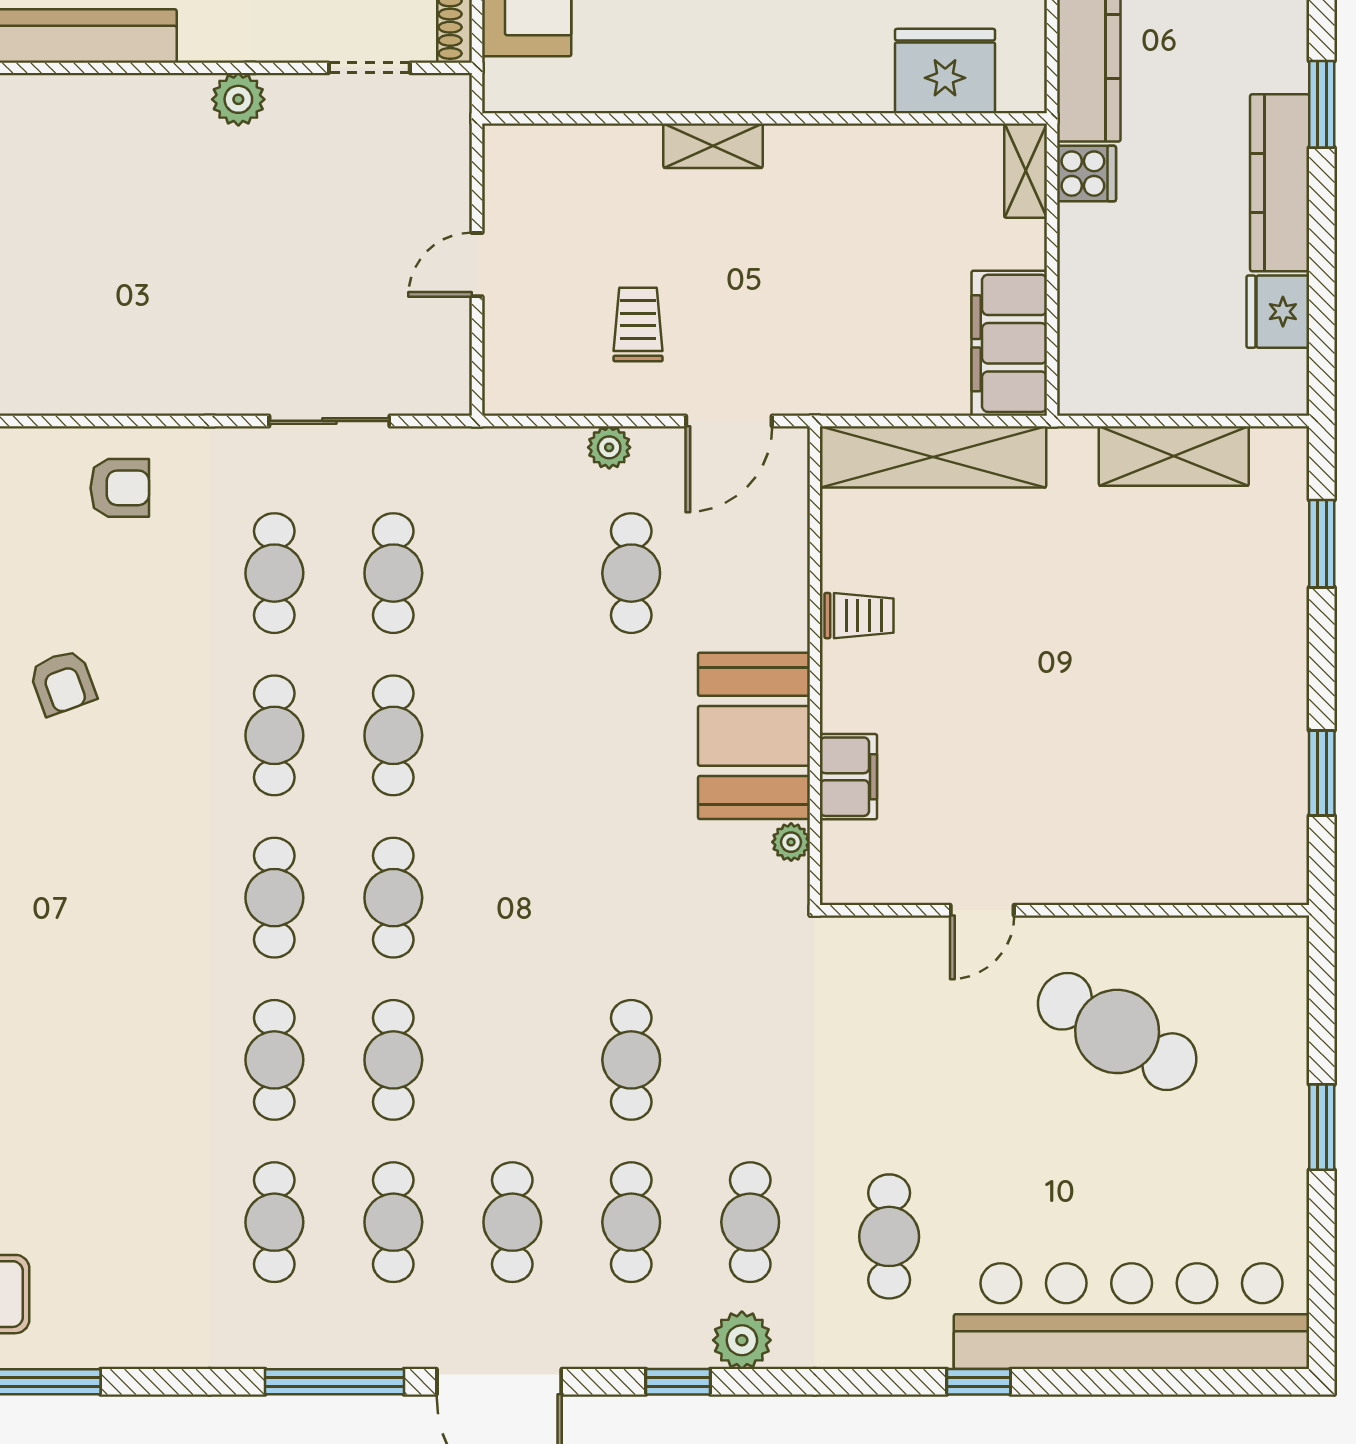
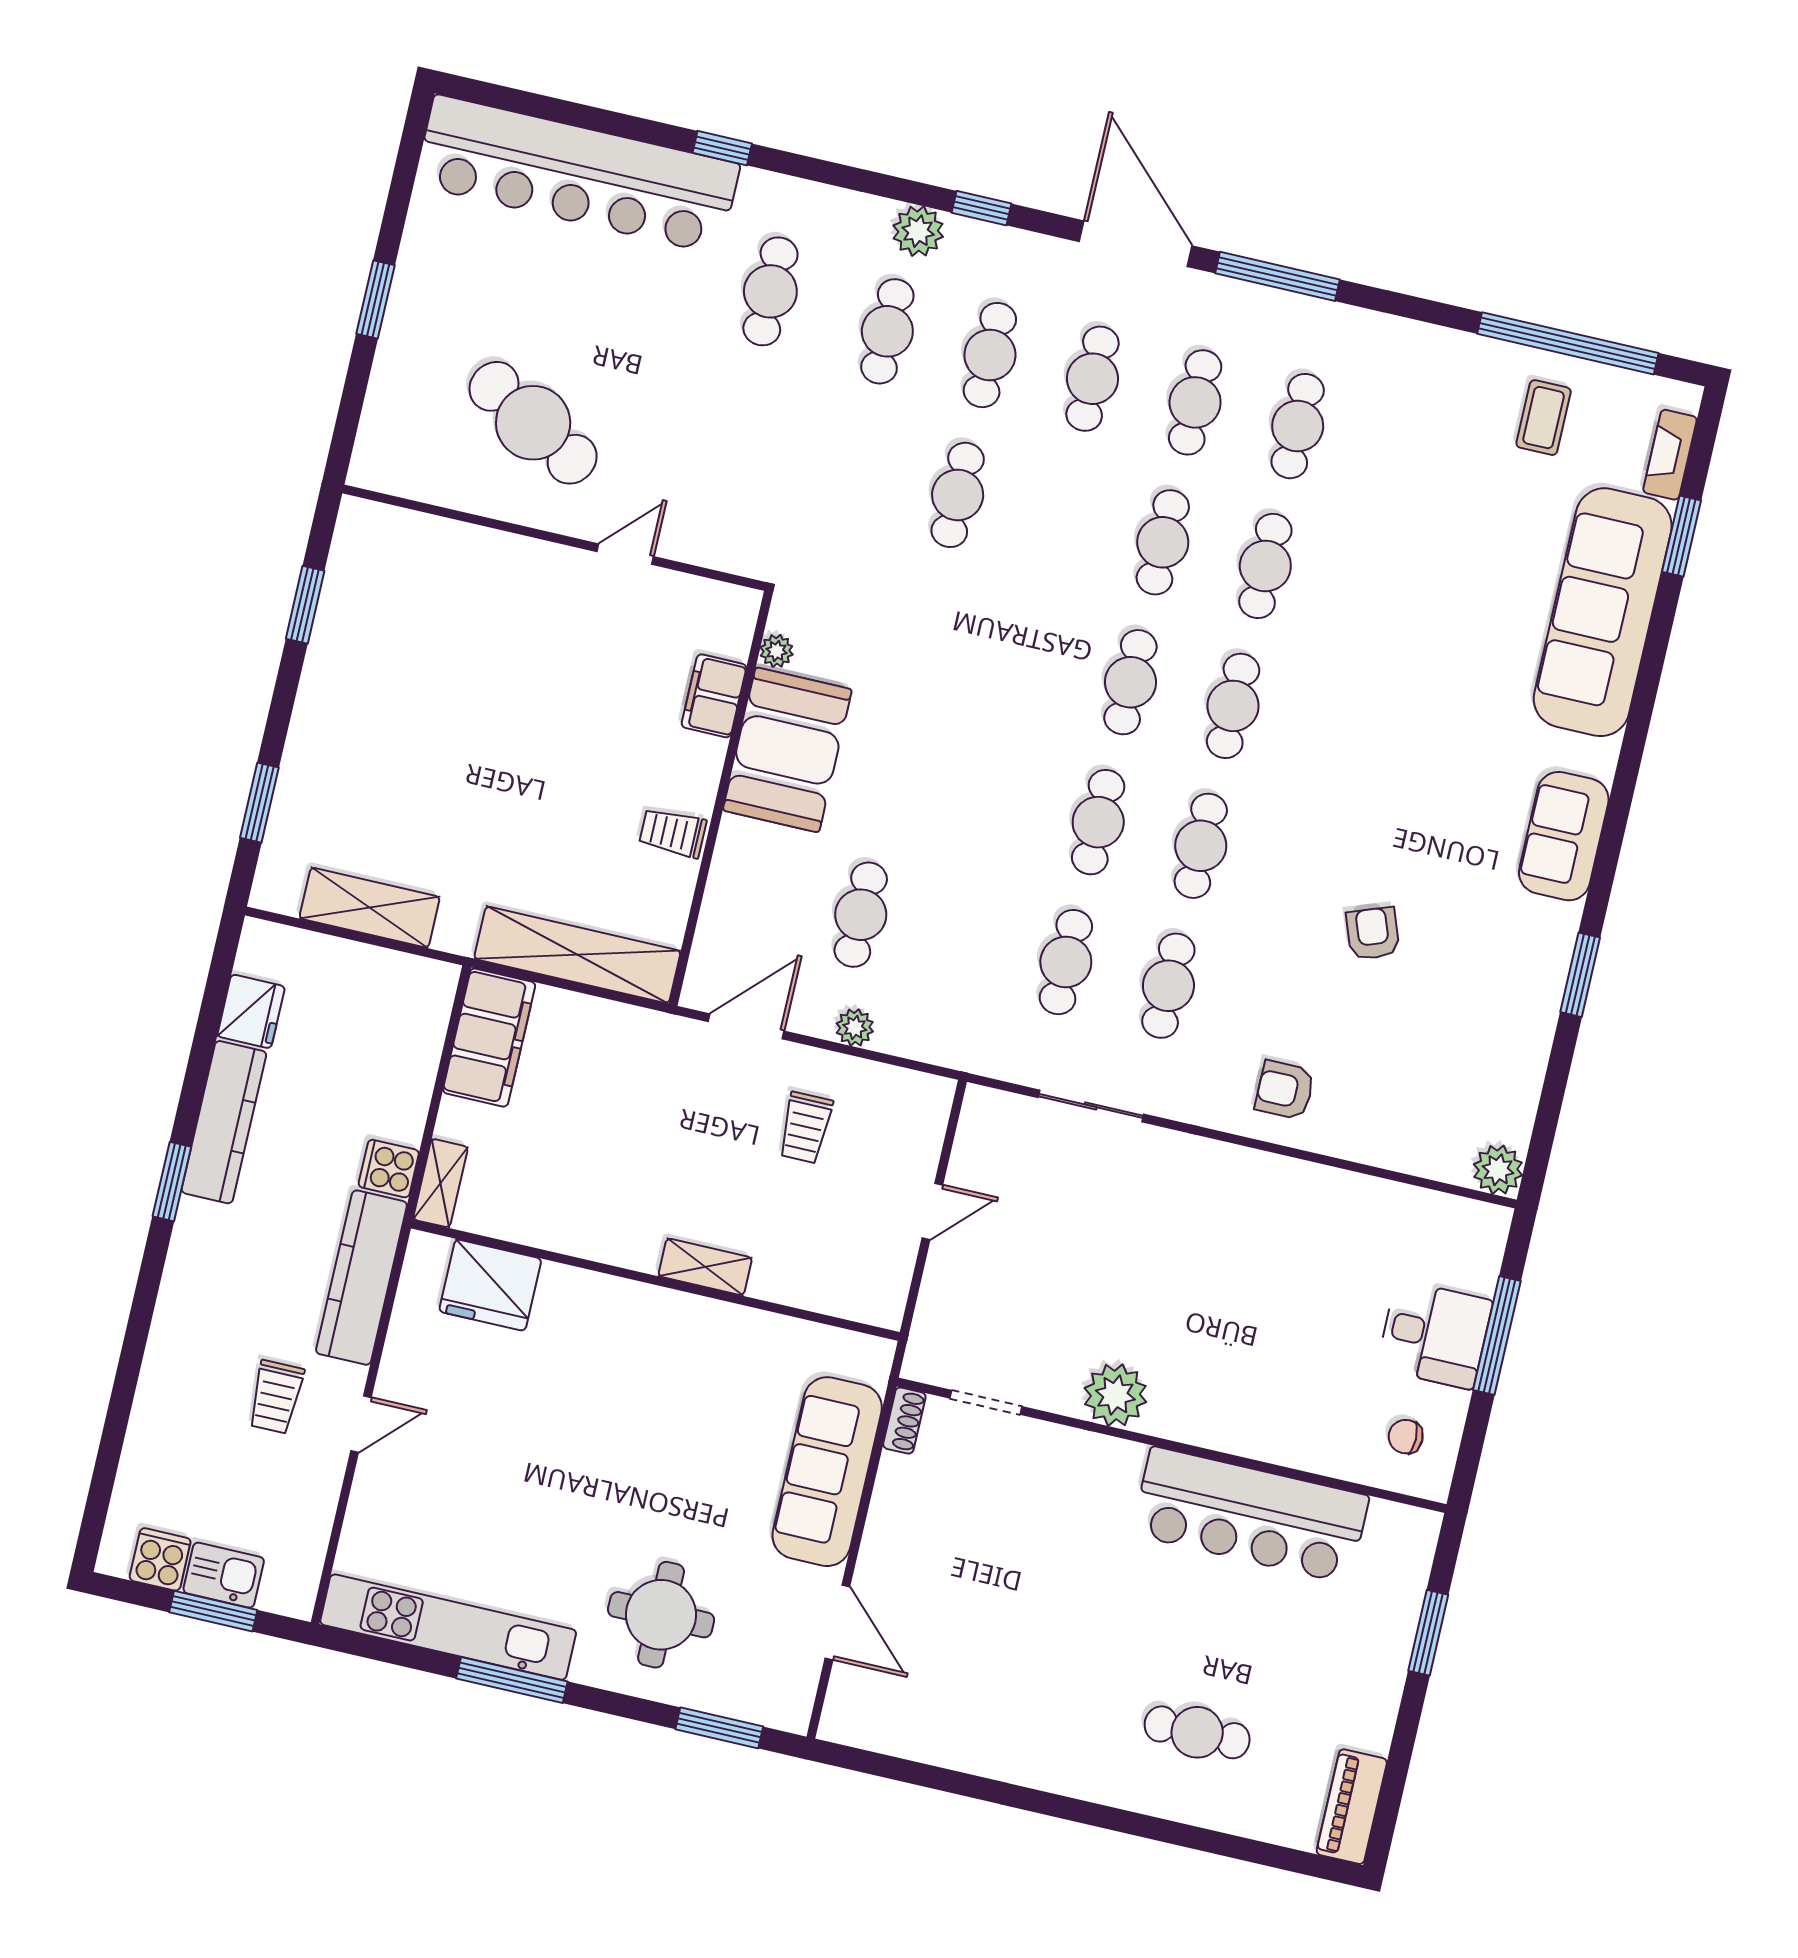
plant: (238, 99) -> (1115, 1395), width x1.36, depth x1.36

